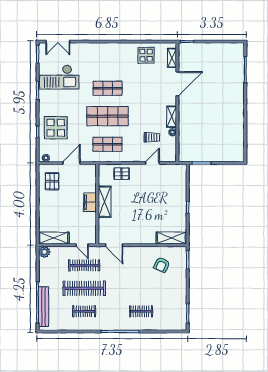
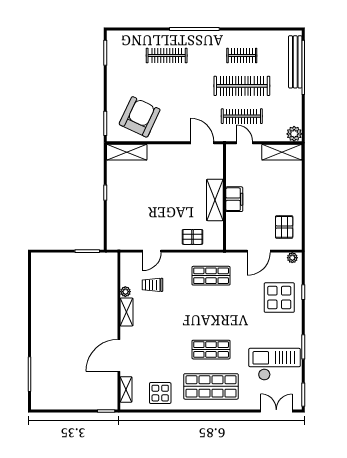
shop shelf: (108, 116) -> (211, 386), moved
armchair: (162, 265) -> (140, 117), width x1.88, depth x1.88
clothes rail: (141, 311) -> (167, 56), width x1.36

